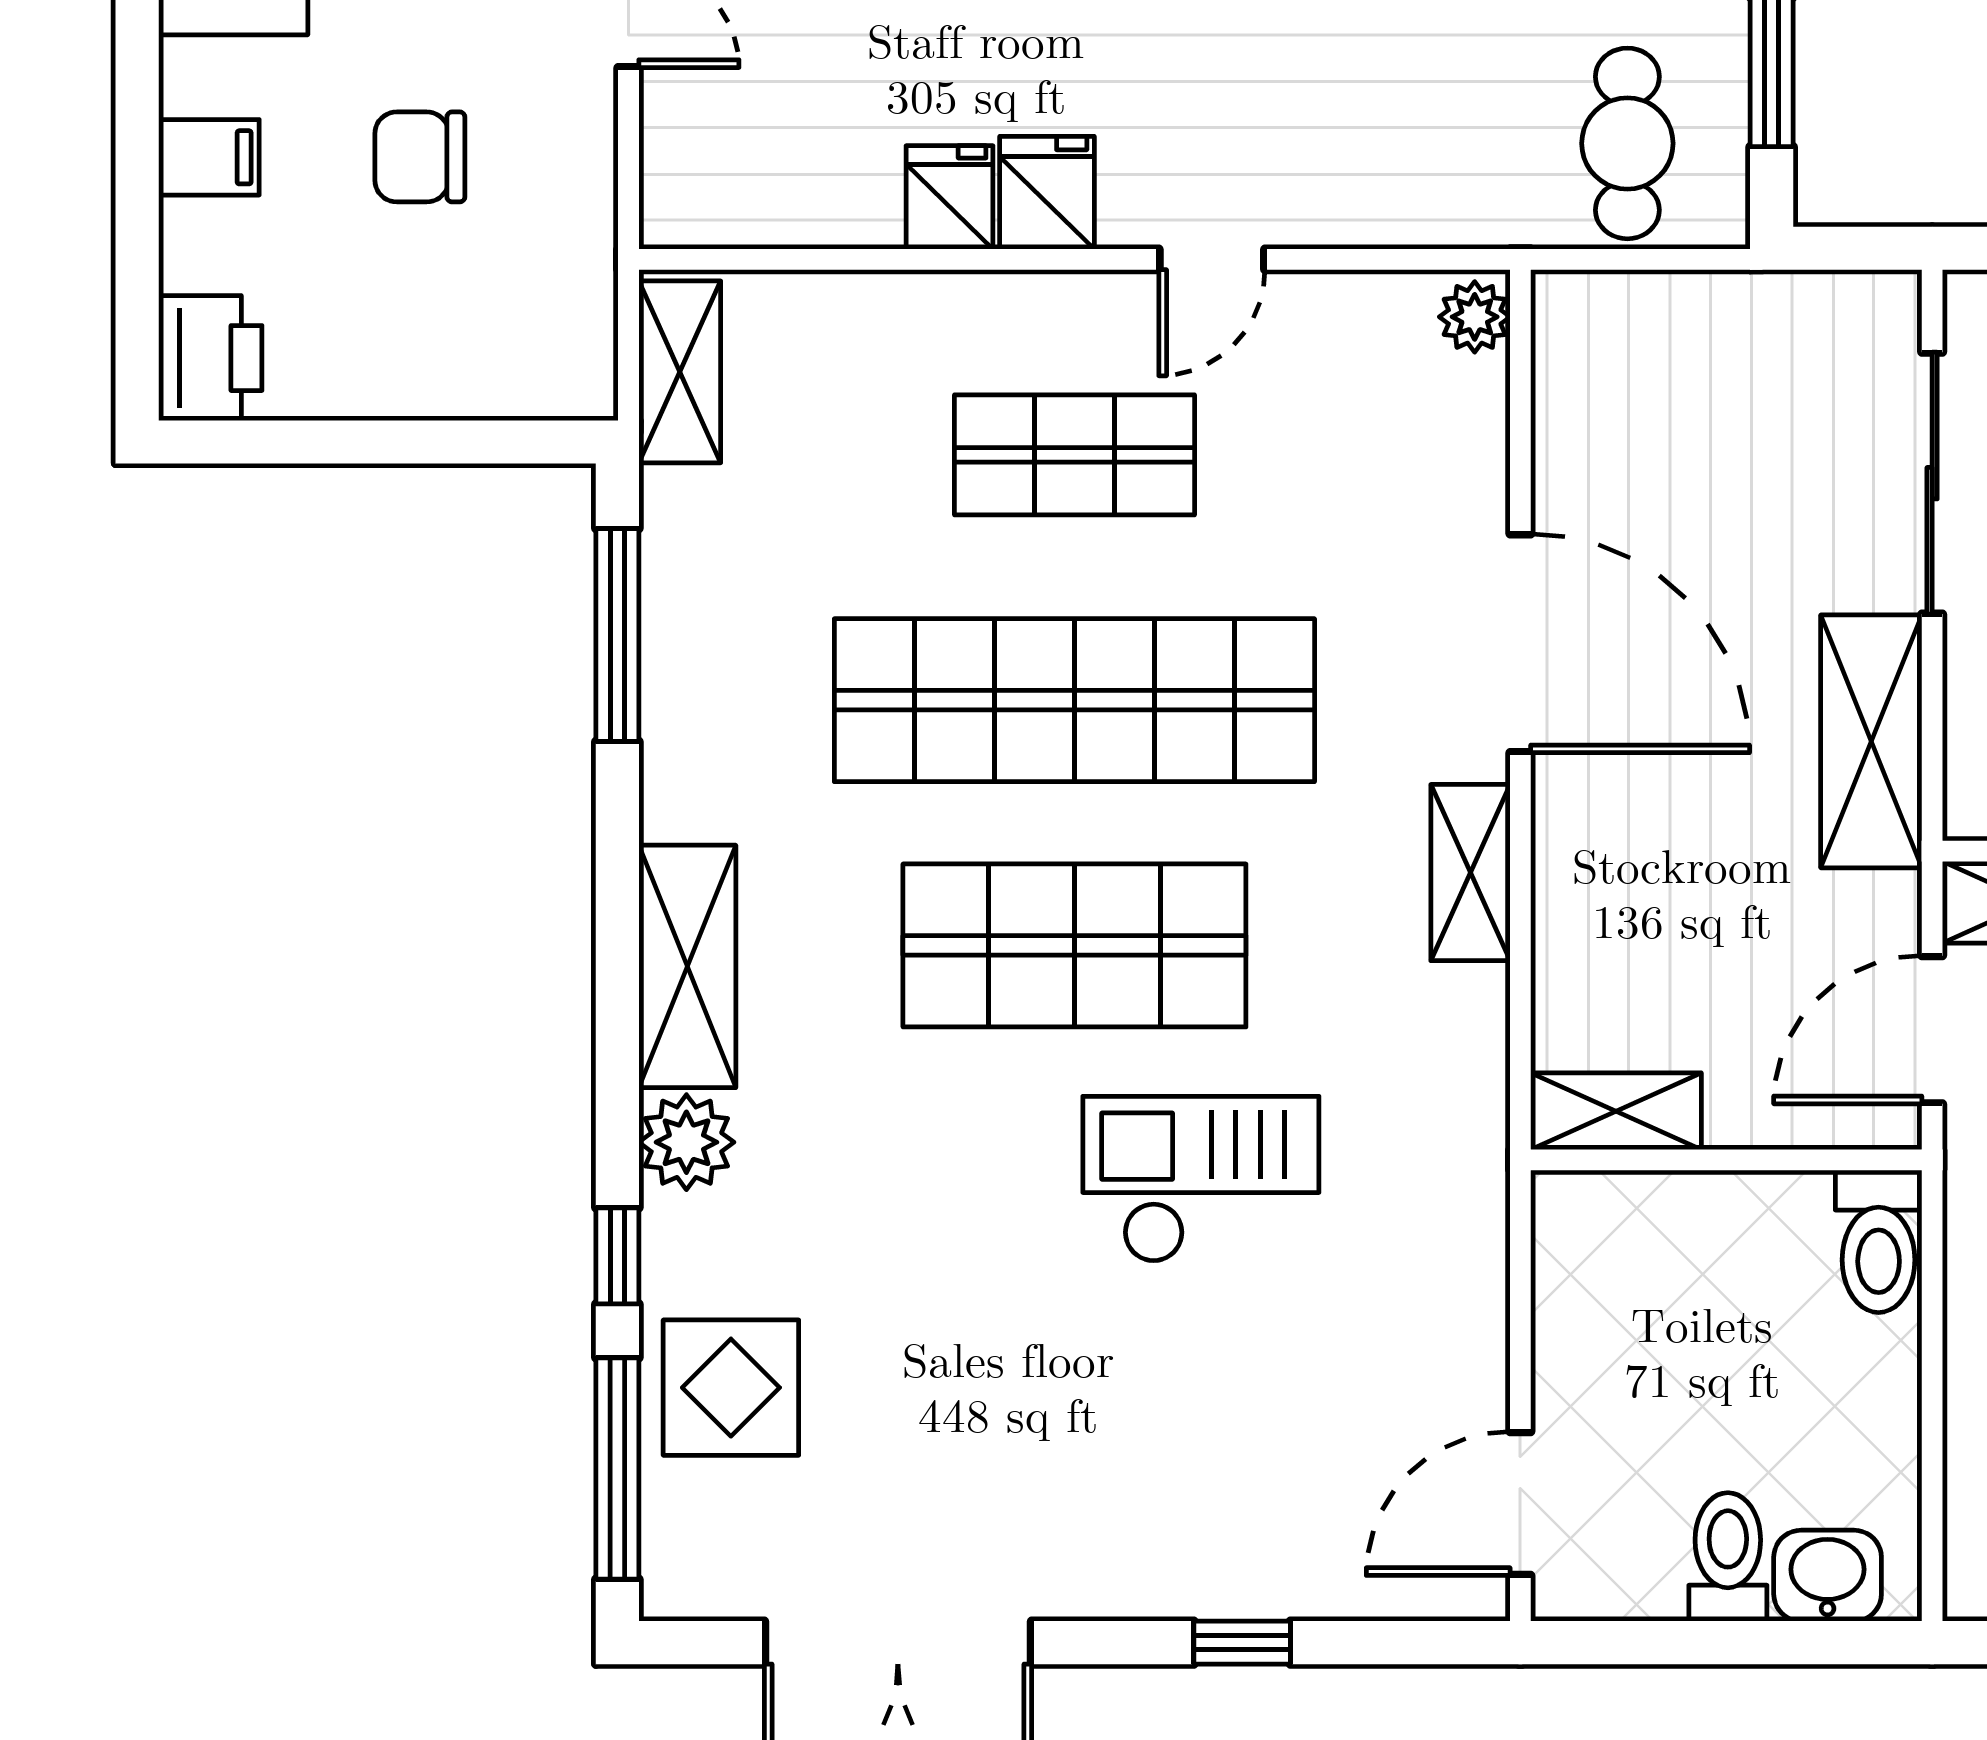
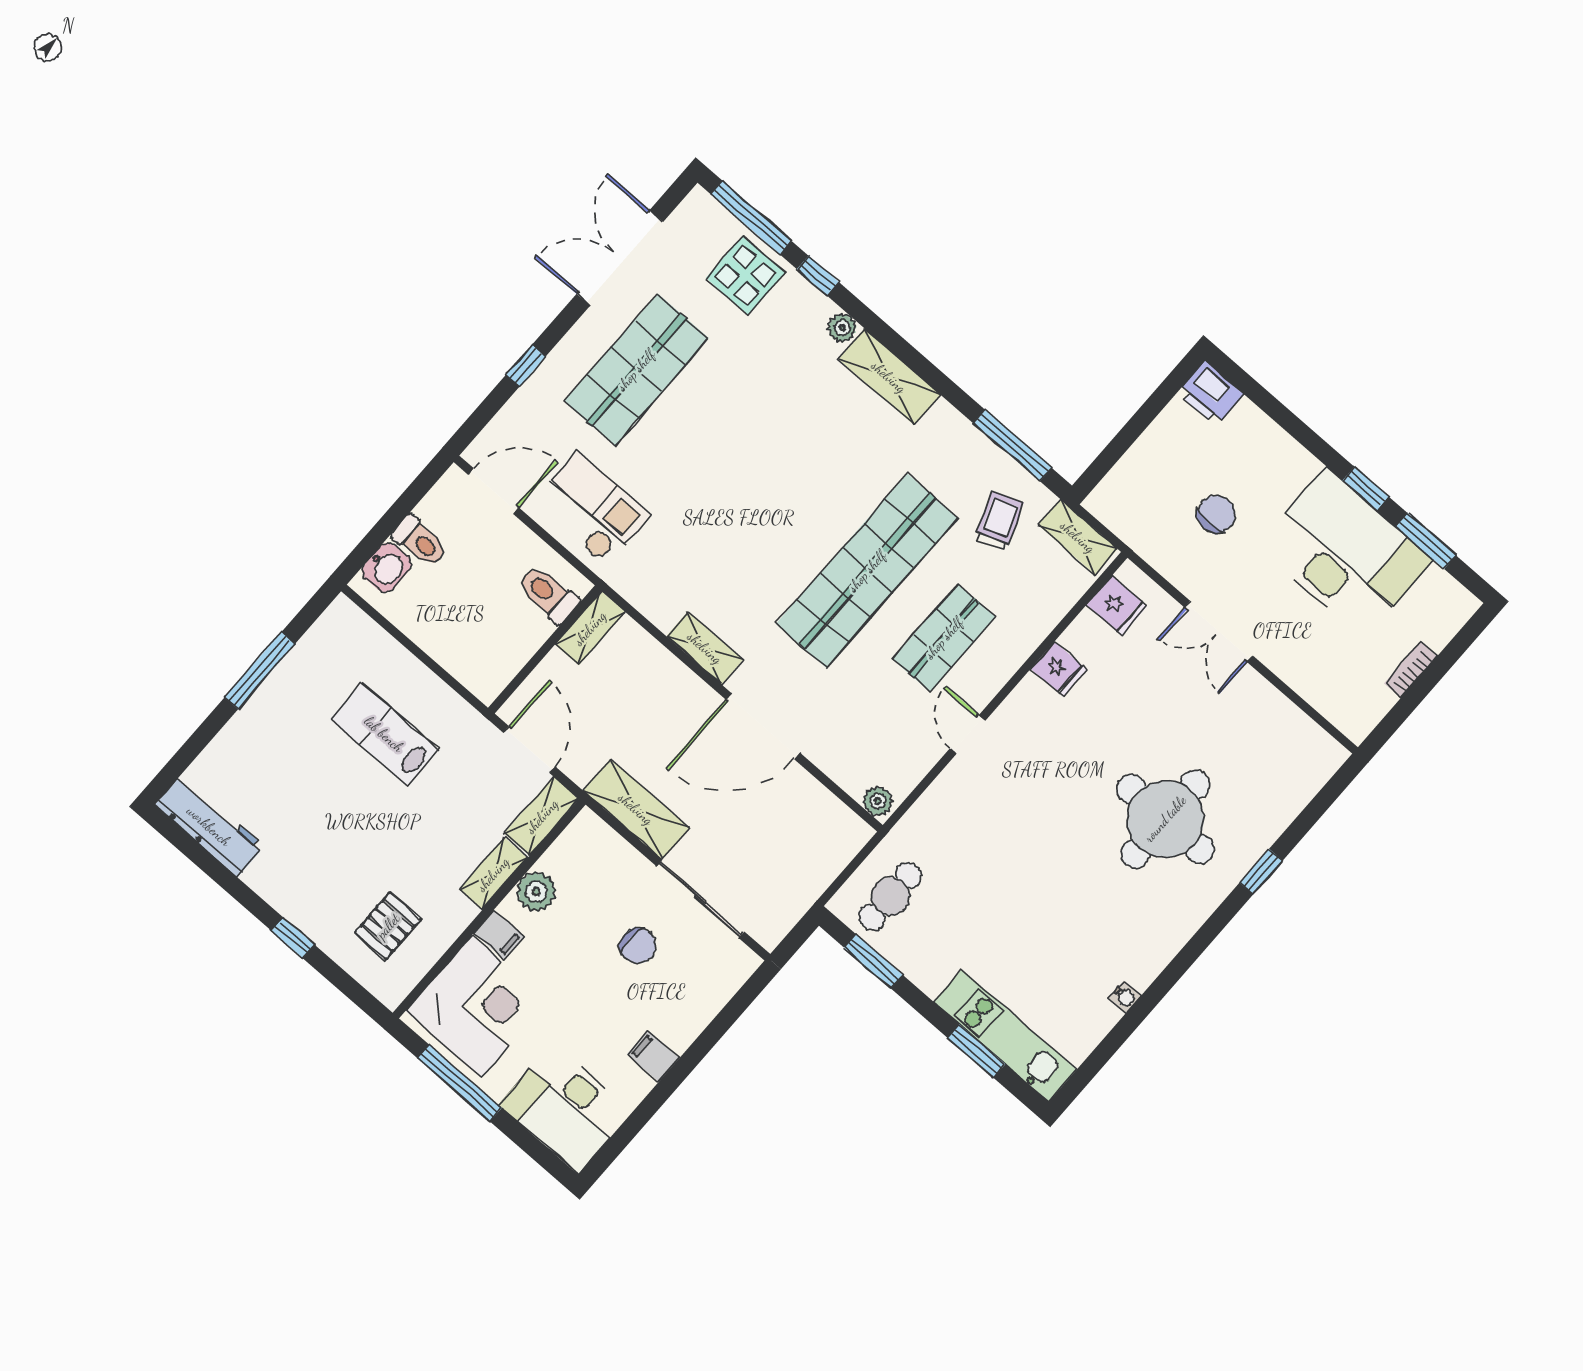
cafe table: (1627, 143) -> (890, 896), turned 90
filing cabinet: (209, 157) -> (1274, 448), removed
fridge: (1047, 193) -> (1117, 606), moved
trolley: (775, 540) -> (999, 521), added
shop shelf: (1074, 945) -> (636, 370), moved
plant: (686, 1142) -> (842, 328), width x0.73, depth x0.73
checkout: (1201, 1179) -> (592, 509), moved, turned -90
toilet: (1879, 1241) -> (548, 594), moved
door: (1520, 1504) -> (493, 491), hinge flipped

